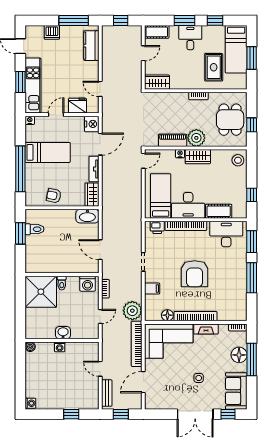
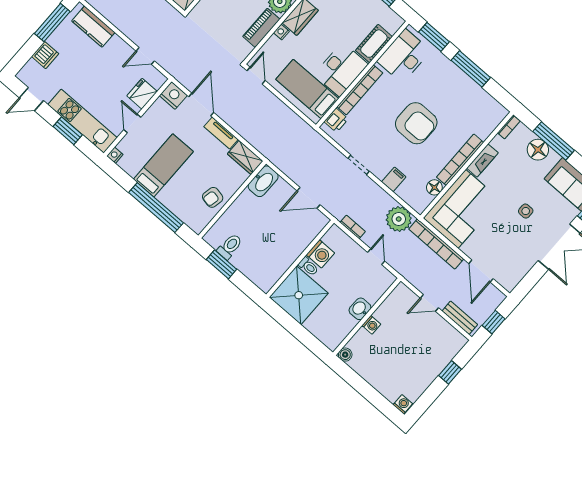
washing machine: (88, 284) -> (320, 254), moved

